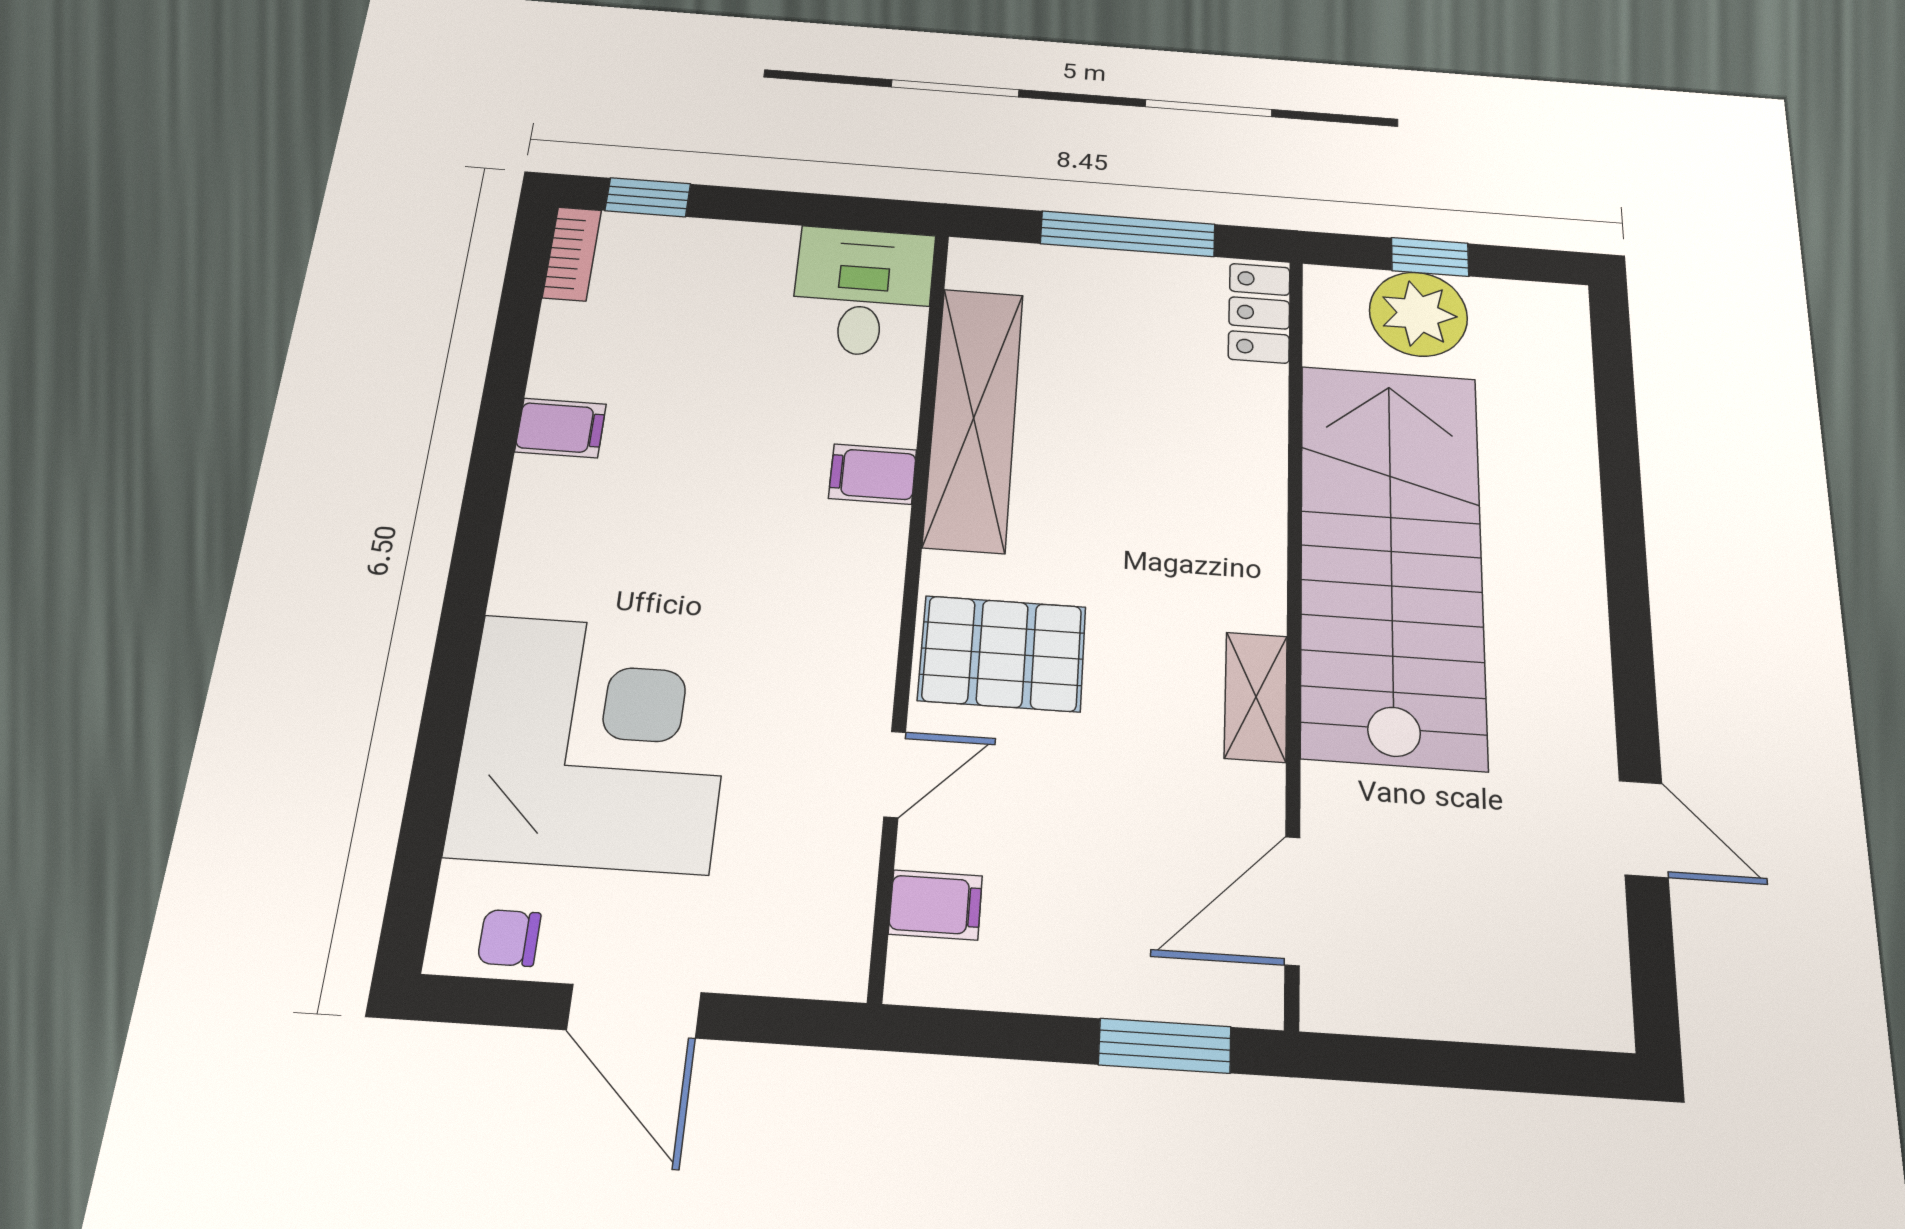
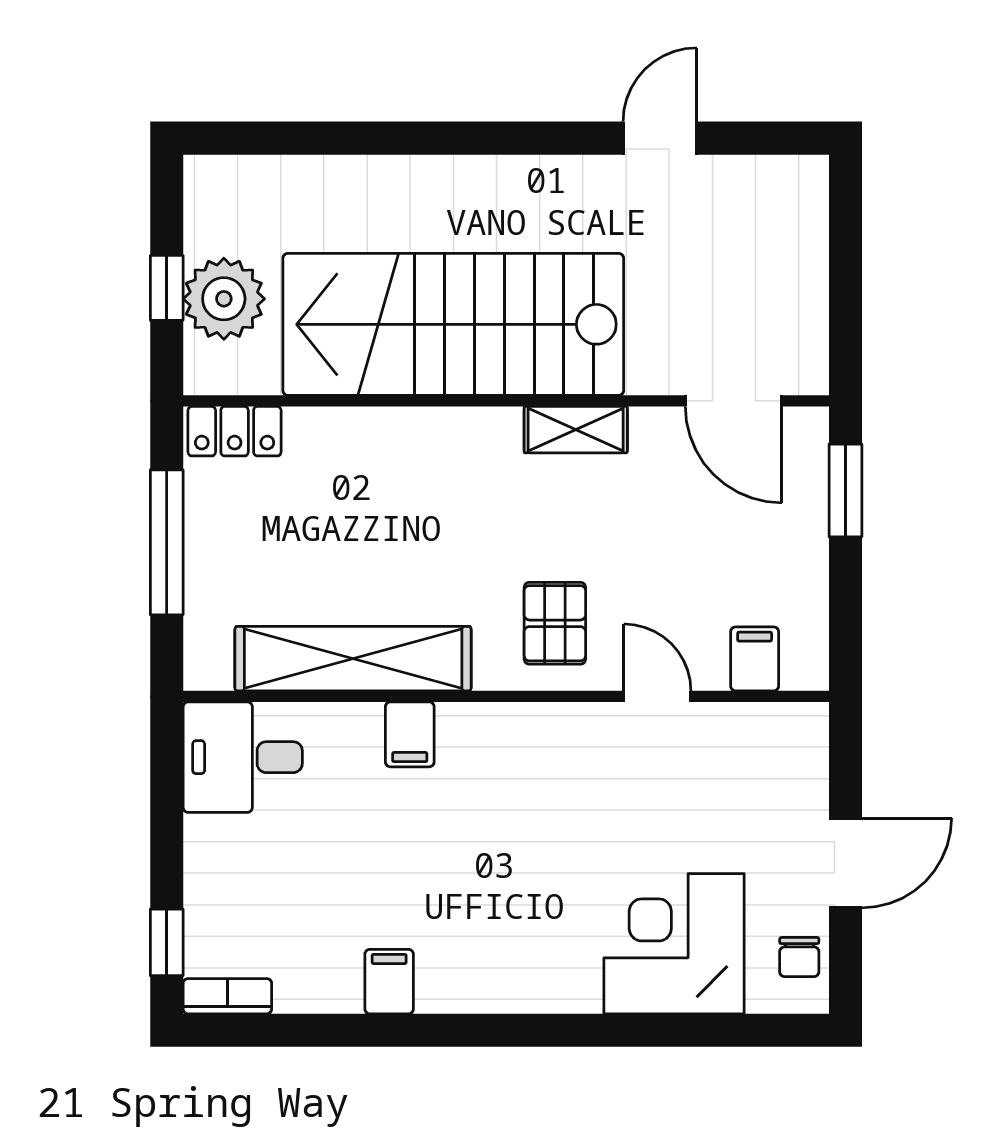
pallet: (1002, 654) -> (555, 623), width x0.67, depth x0.71
corner desk: (594, 742) -> (674, 944), width x0.74, depth x0.74

